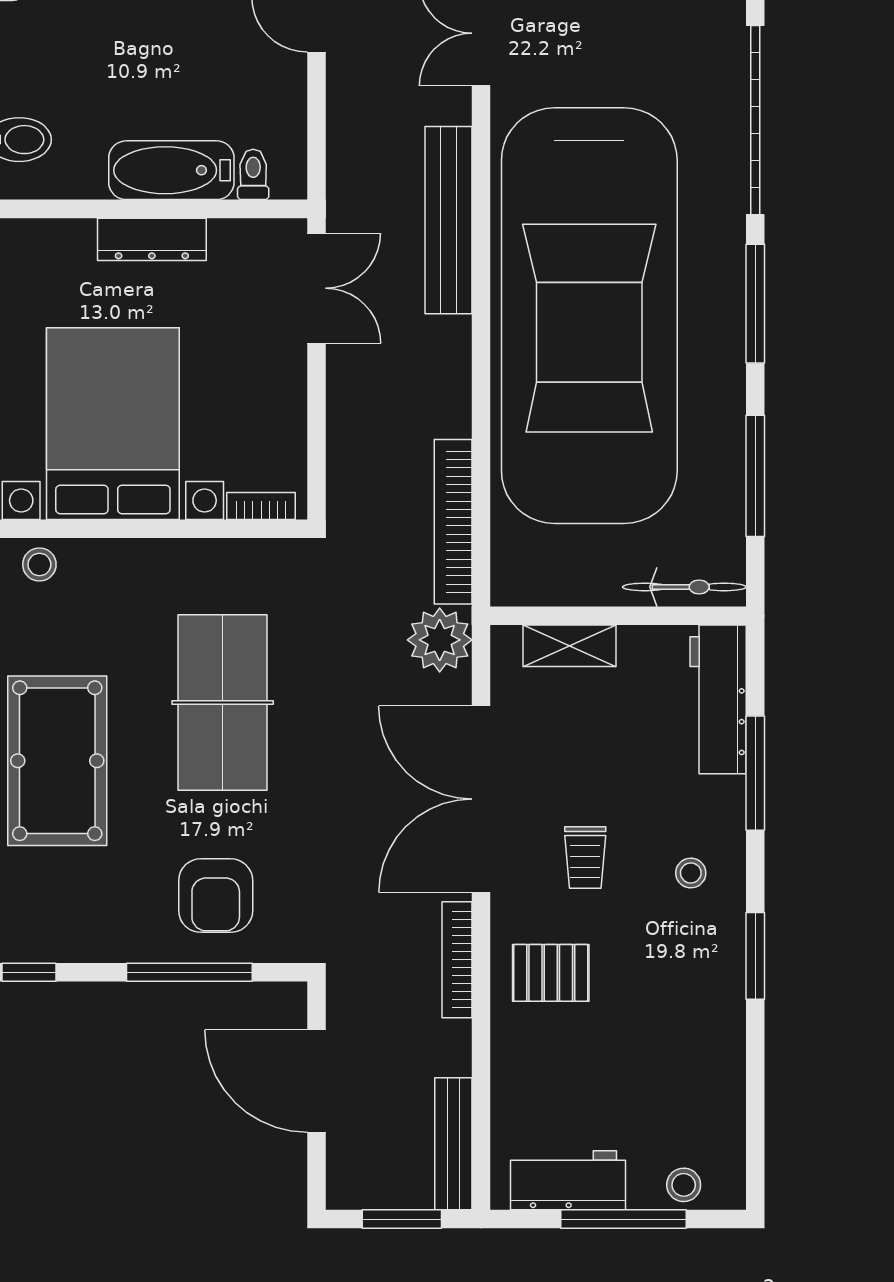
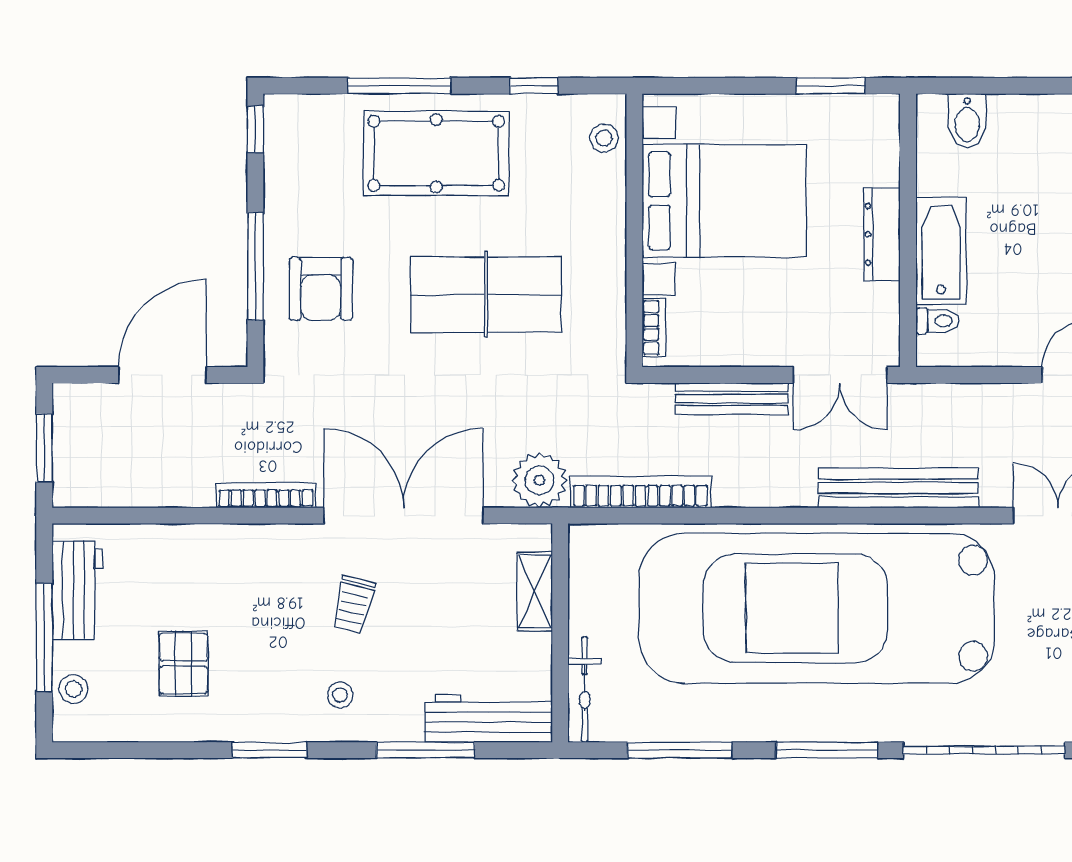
trolley: (585, 858) -> (353, 605), turned -76
armchair: (216, 896) -> (321, 289), turned -90
pallet: (551, 973) -> (183, 663), moved
bench: (453, 1144) -> (732, 399), moved

